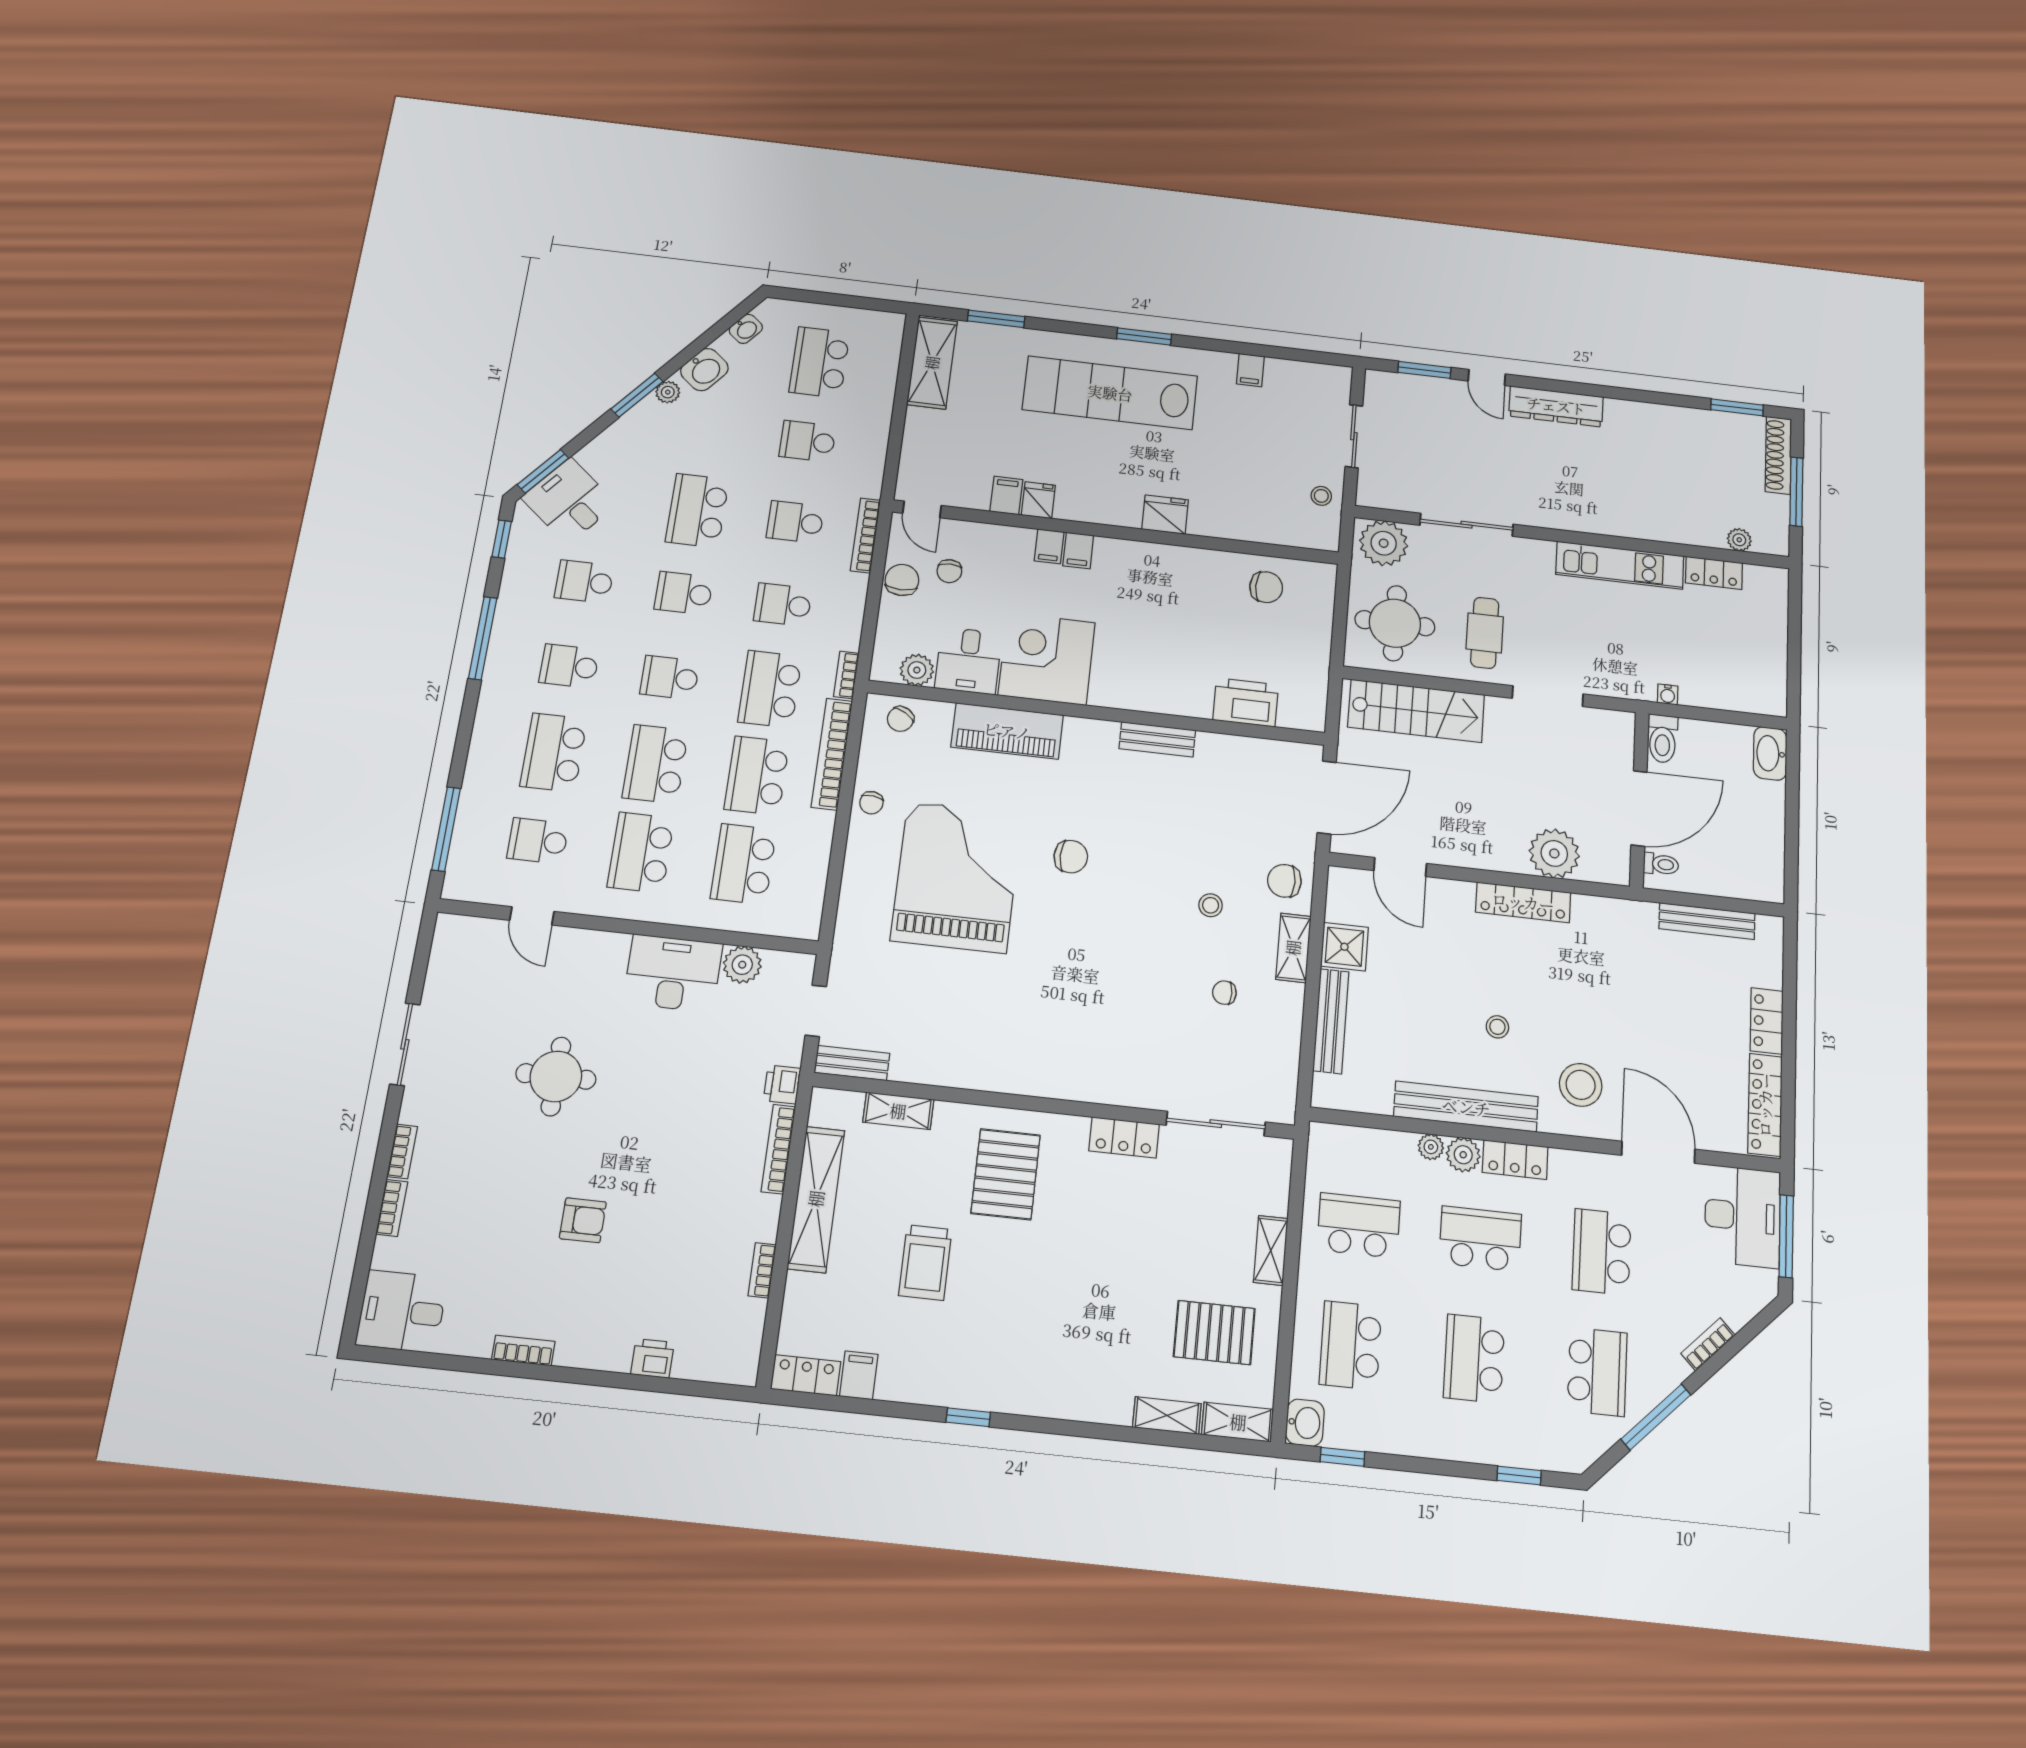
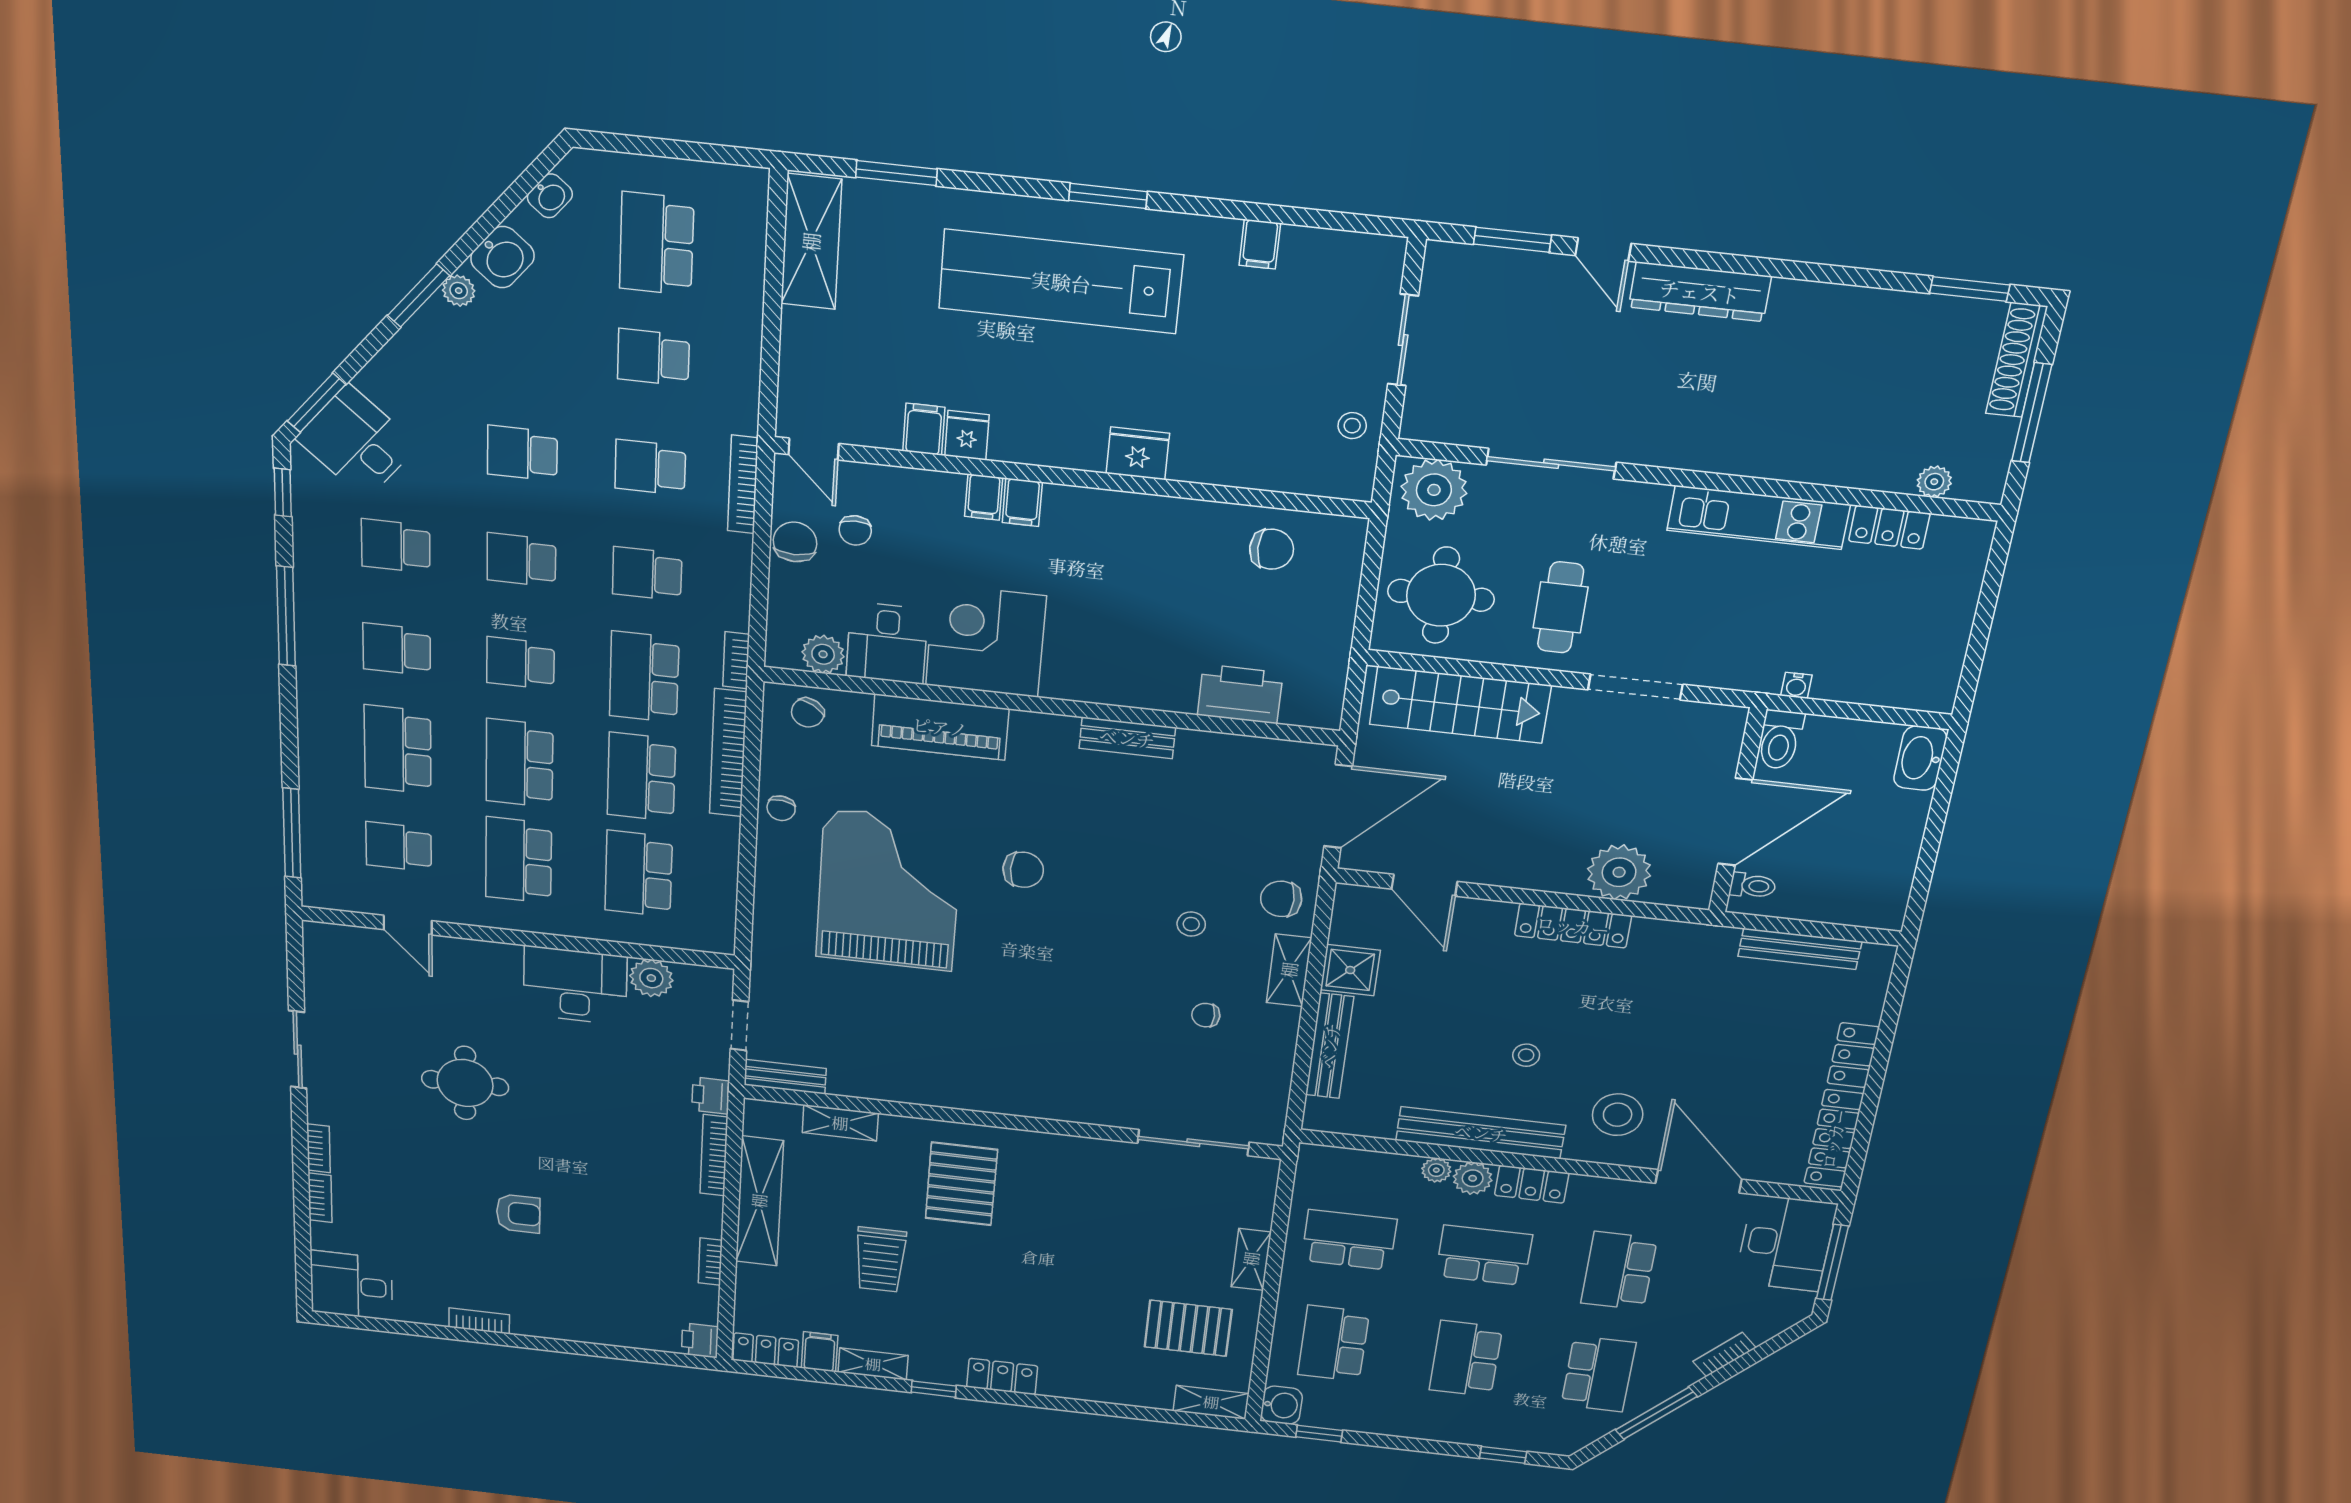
school desk: (697, 511) -> (522, 453), width x0.54
locker: (1124, 1137) -> (1002, 1377), moved, turned 180
printer: (652, 1358) -> (700, 1340), moved, turned -90
shelving: (1167, 1415) -> (873, 1364), moved

